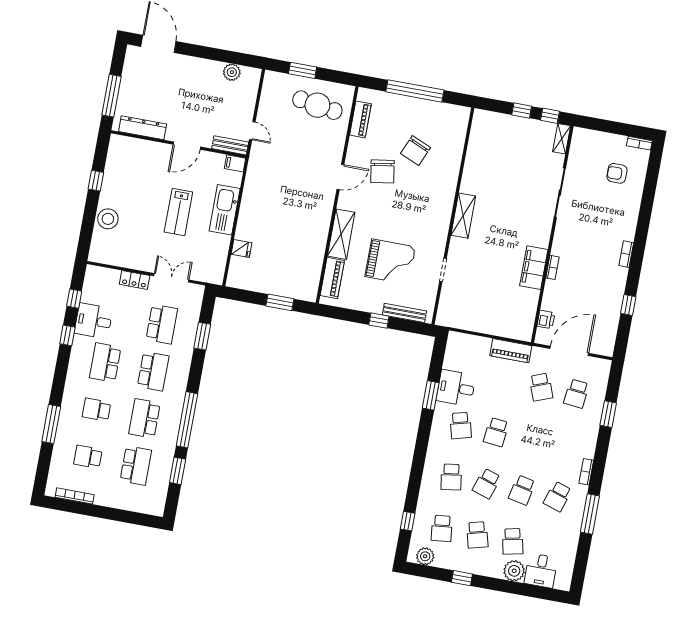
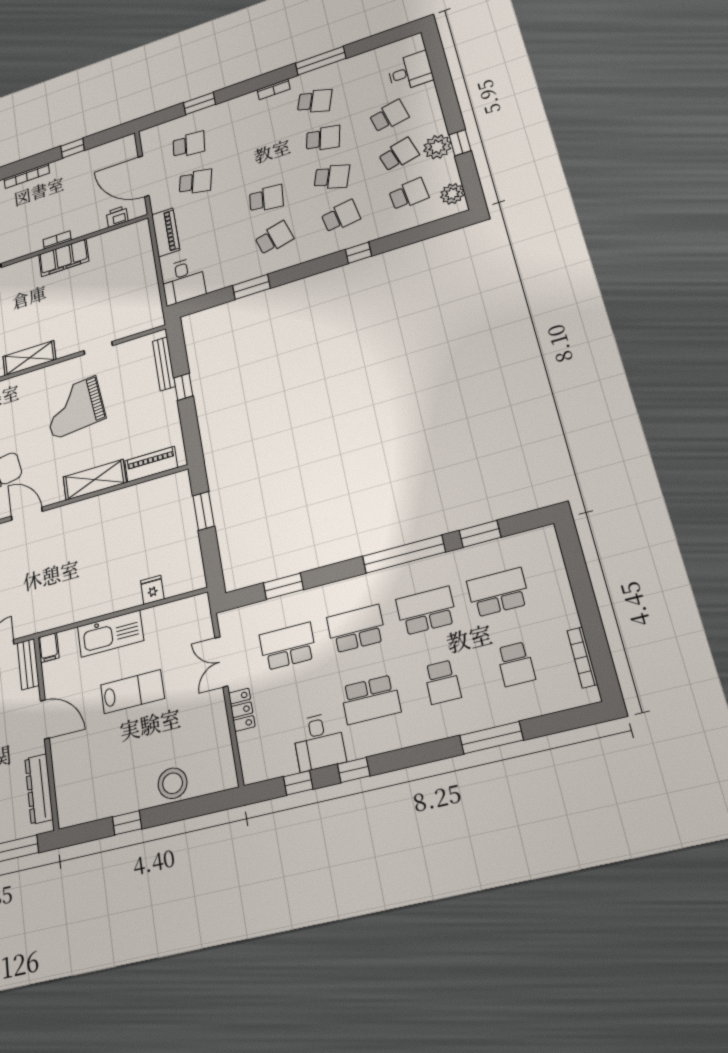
bookcase: (626, 254) -> (27, 176), width x1.56
grand piano: (390, 262) -> (74, 407), moved, turned -96
school desk: (541, 387) -> (195, 182), turned 33
desk: (456, 388) -> (183, 281), moved
school desk: (144, 418) -> (426, 611), turned 180
window: (408, 521) -> (359, 253), moved
plant: (514, 571) -> (437, 147), moved

